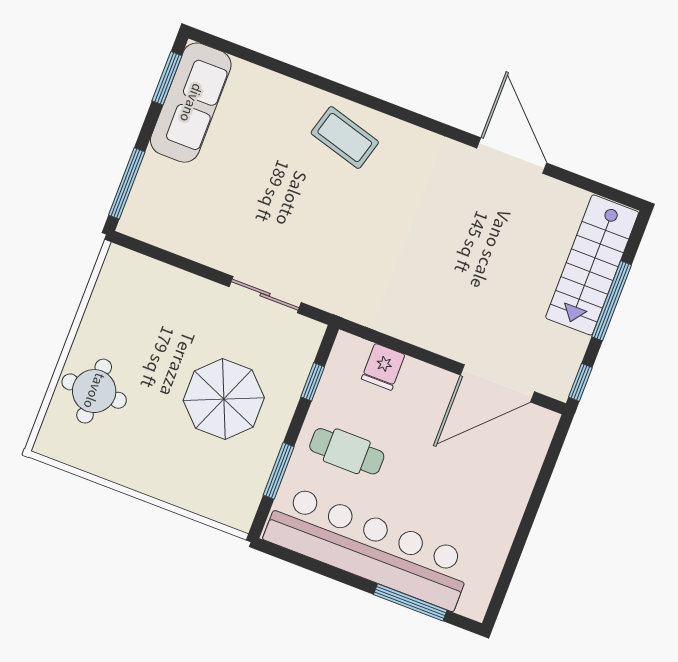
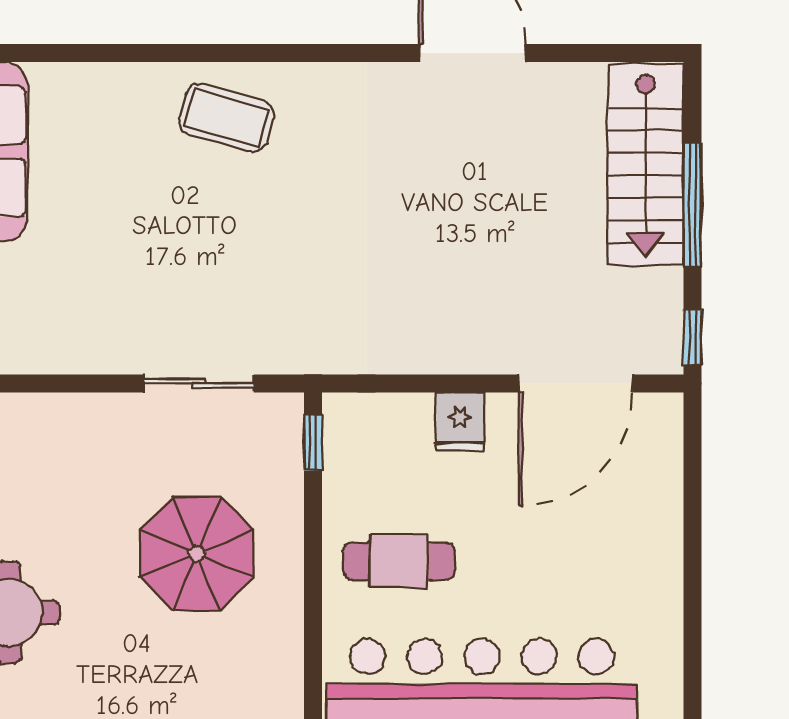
fridge: (383, 367) -> (460, 422), moved
window: (313, 382) -> (313, 443), moved
window: (279, 471) -> (313, 626), removed

